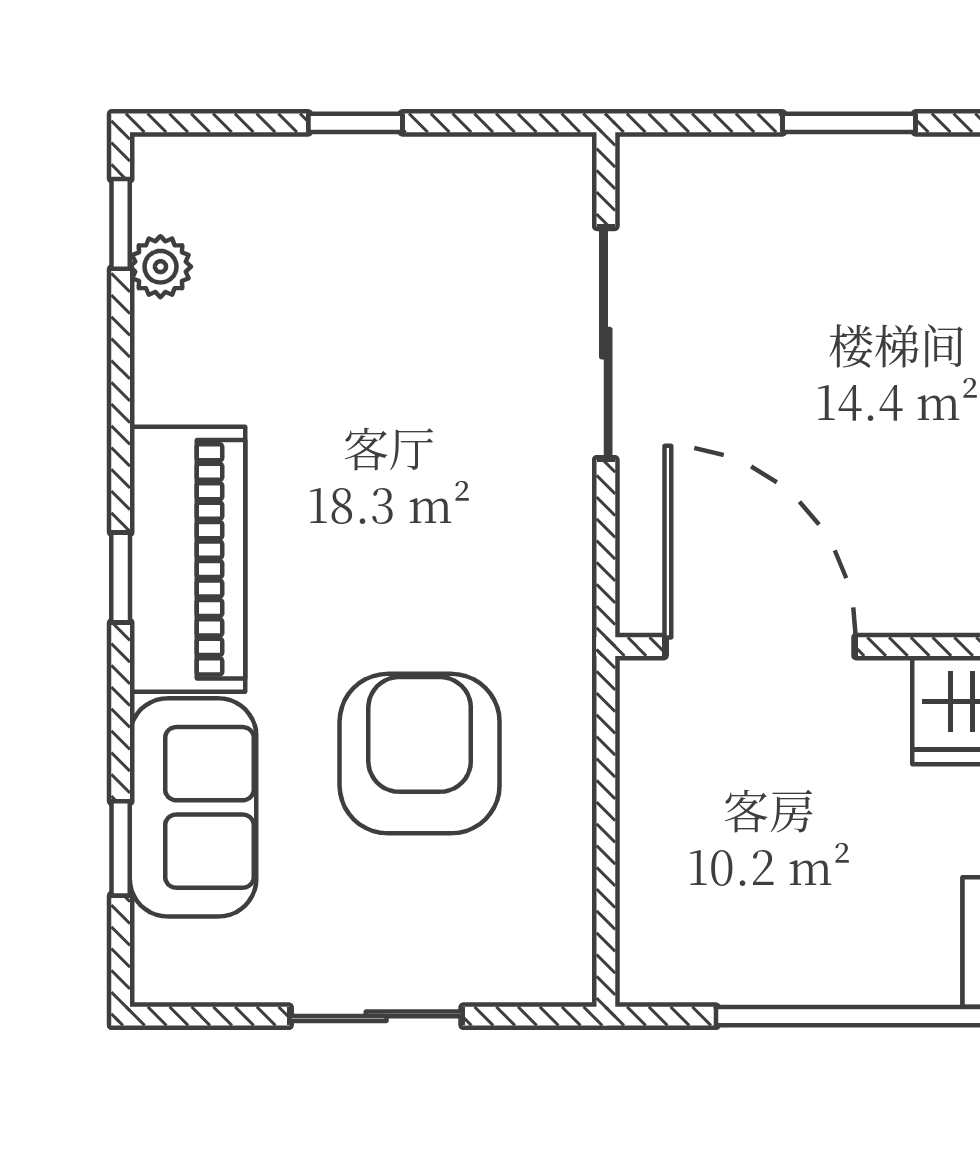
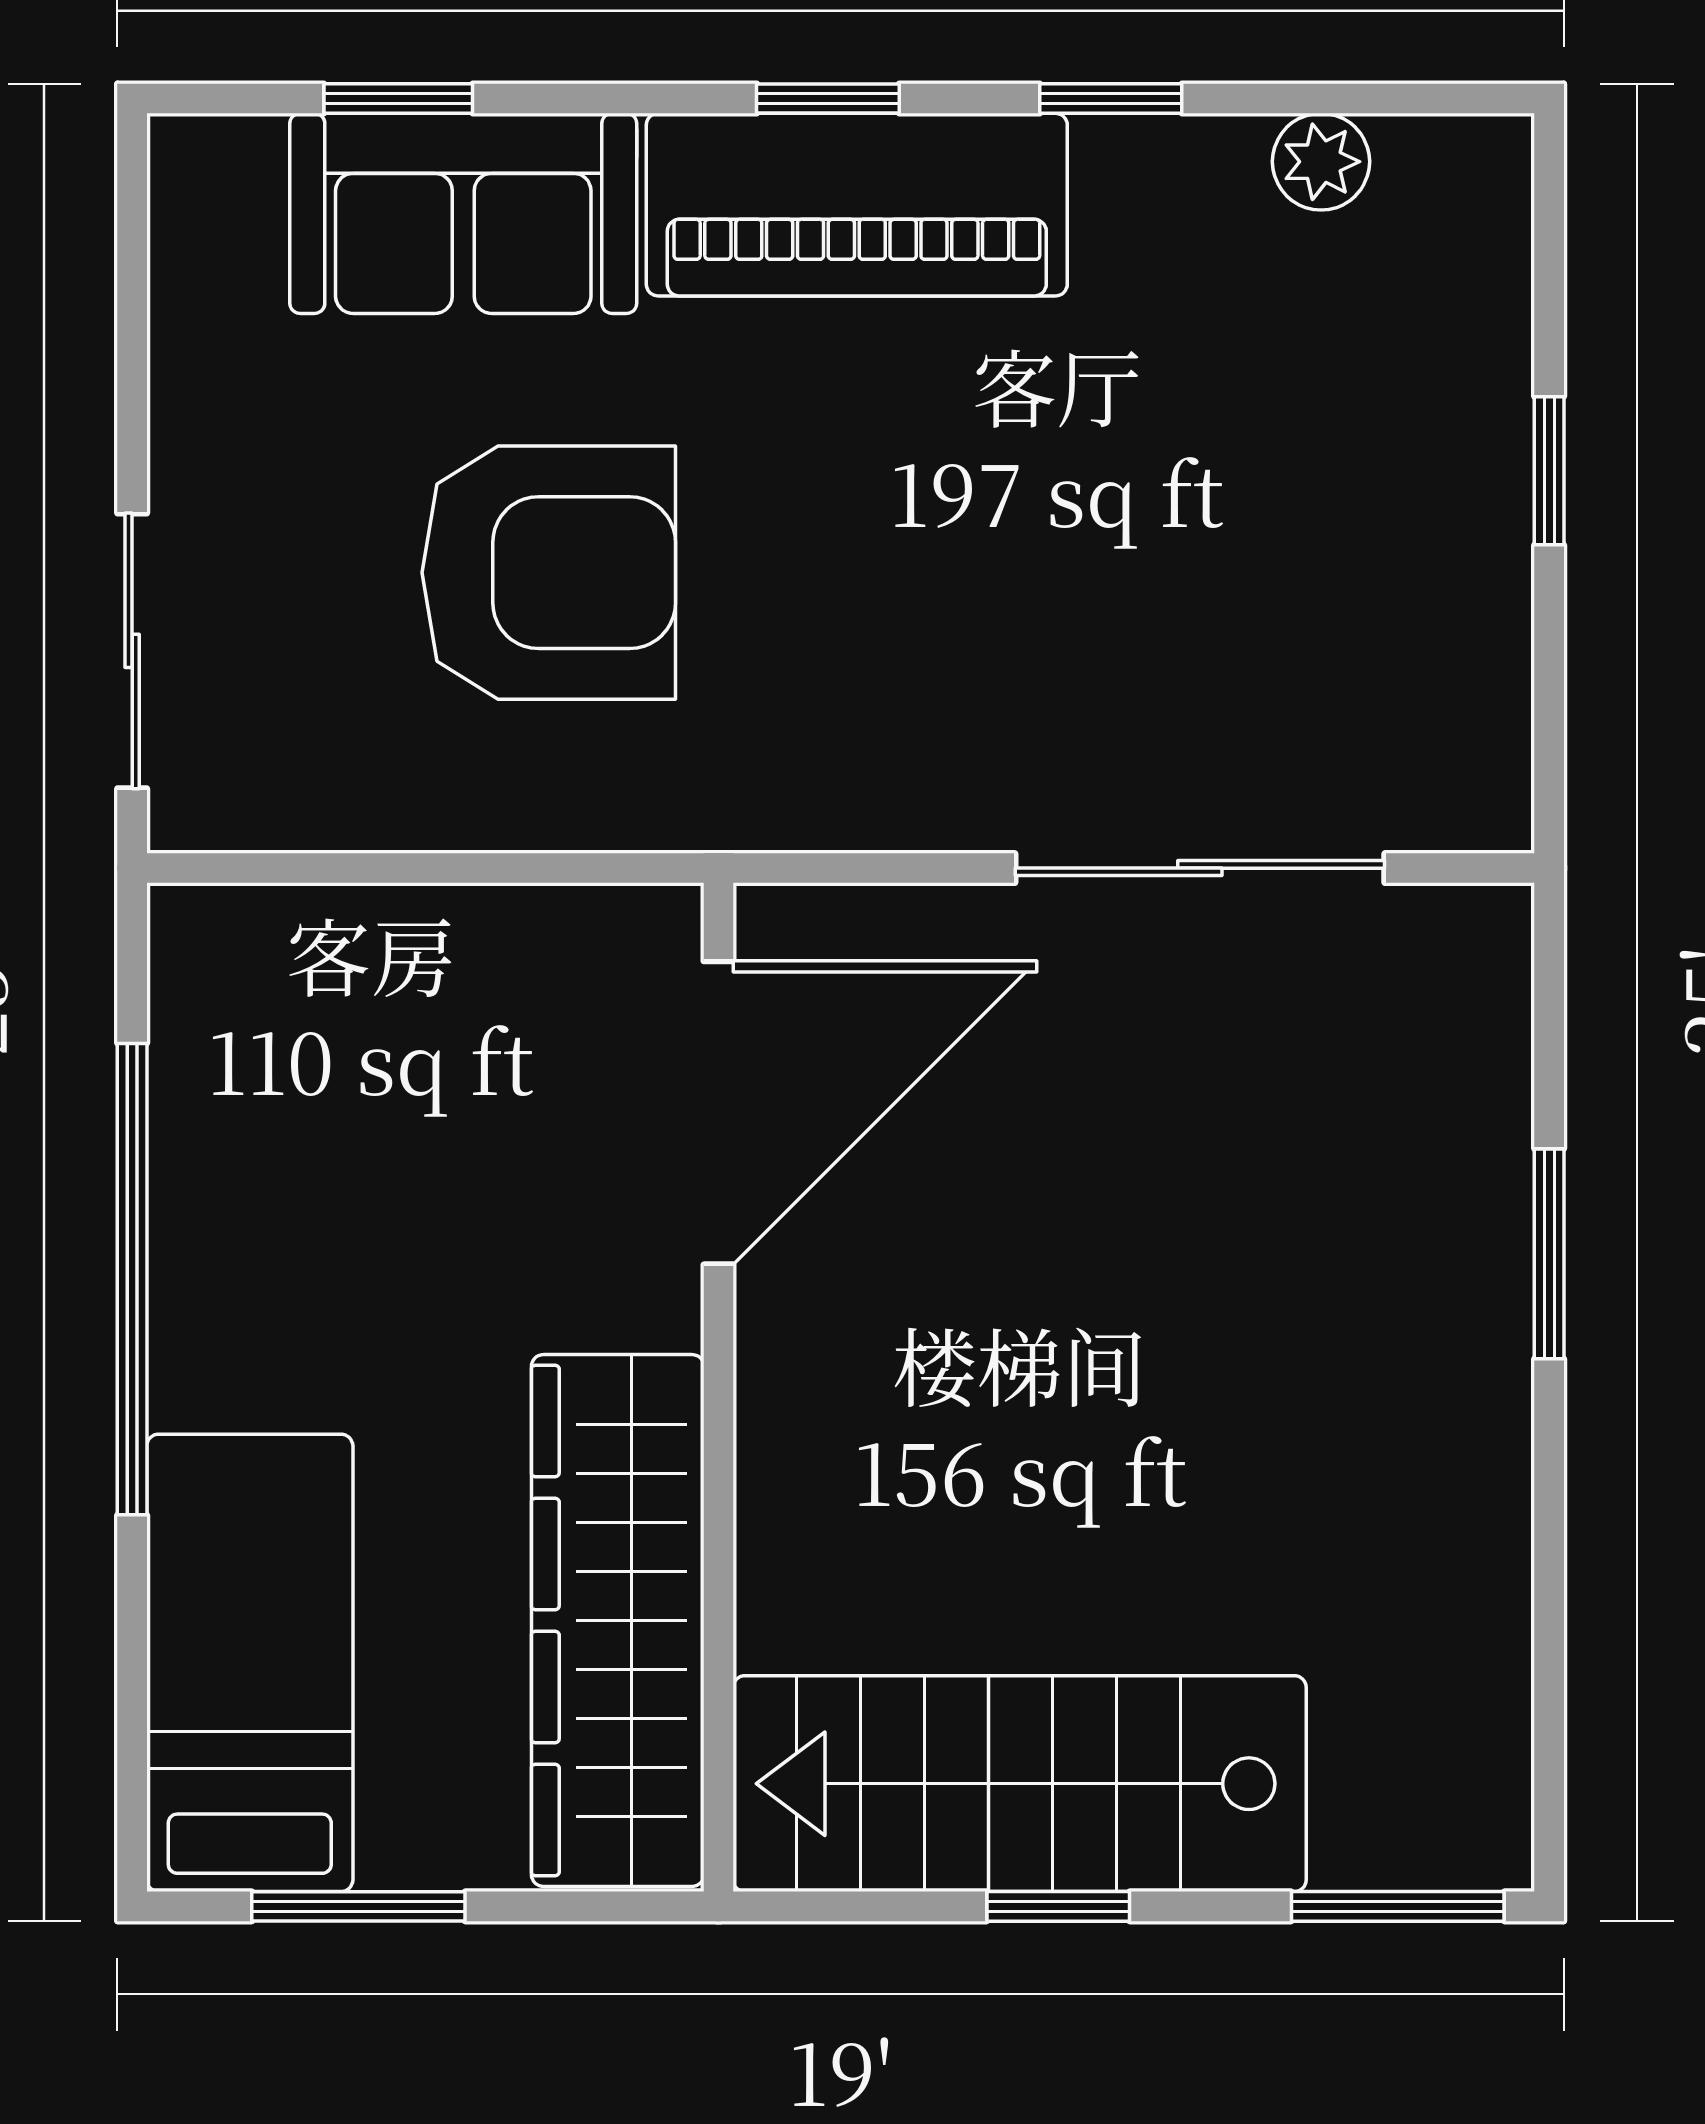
window: (121, 224) -> (1111, 99), moved
sliding door: (376, 1016) -> (132, 651), moved

